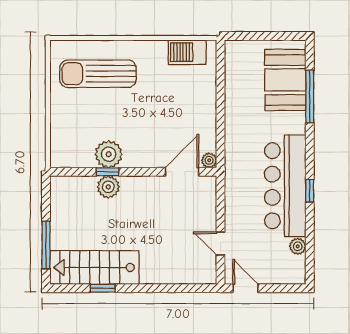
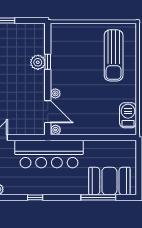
sun lounger: (98, 74) -> (114, 55), turned 180
plant: (109, 154) -> (55, 93), moved, width x0.53, depth x0.53
bar counter: (285, 186) -> (49, 154), moved, turned 180

